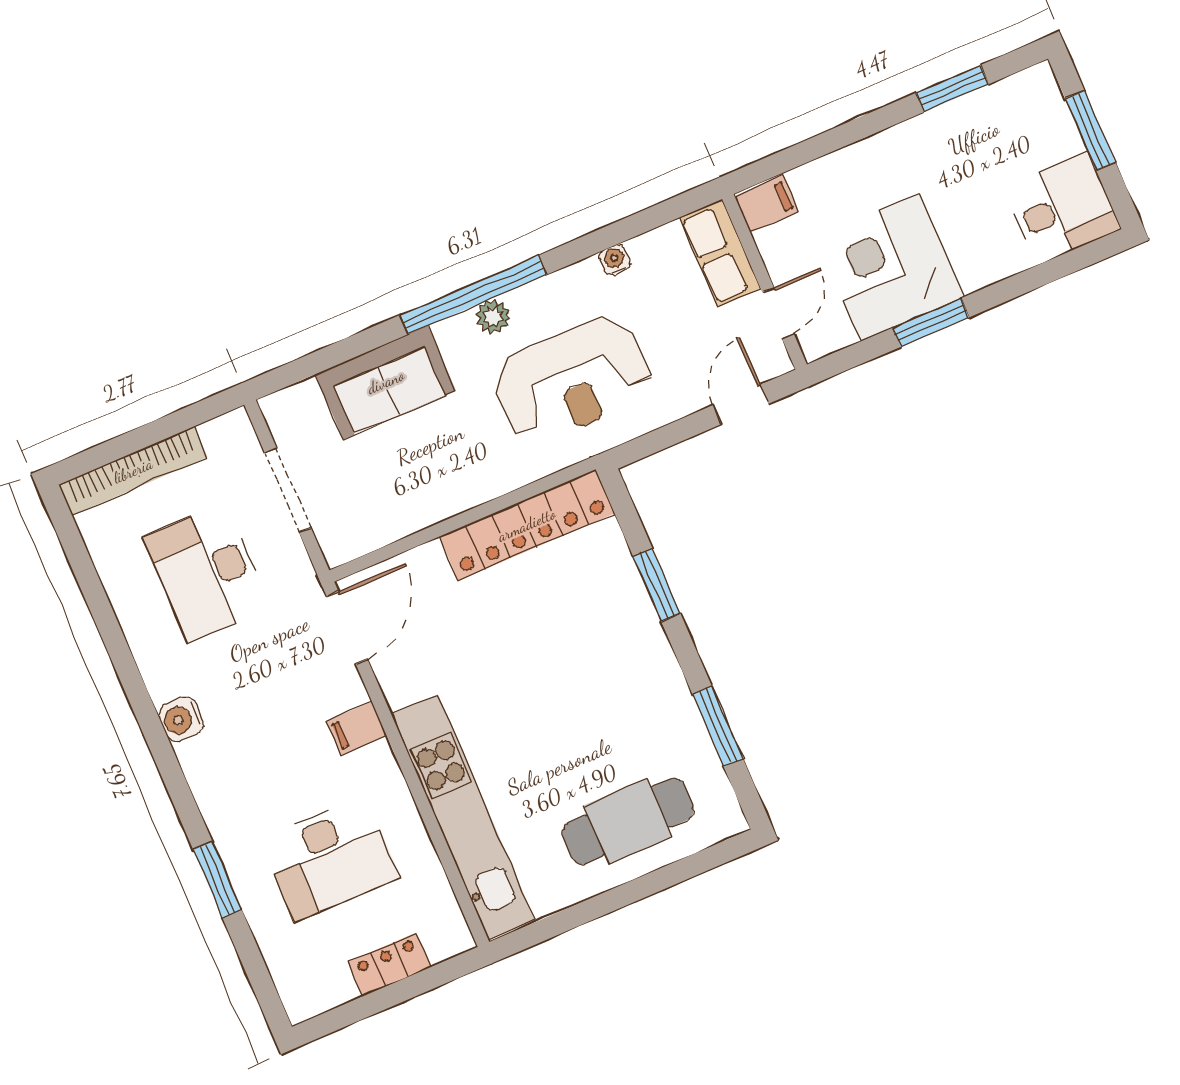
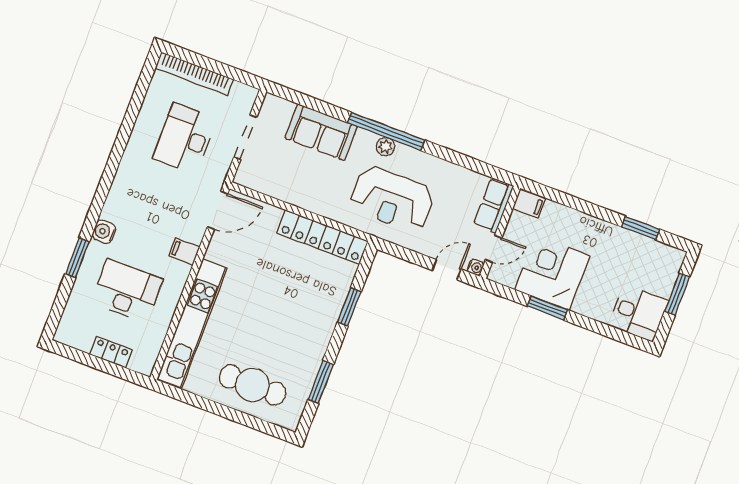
water cooler: (615, 260) -> (476, 267), moved, turned 90
water cooler: (181, 719) -> (104, 232), moved
desk: (330, 859) -> (127, 291), turned 180

